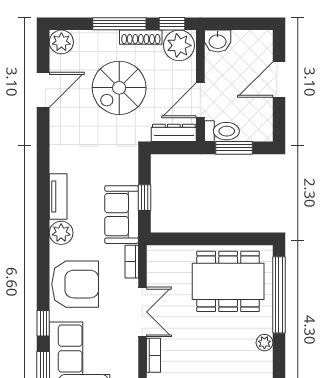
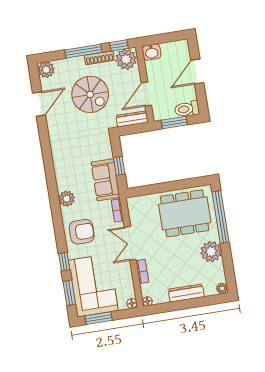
spiral stairs: (119, 88) -> (90, 94), turned -90
toilet: (222, 131) -> (187, 109), moved, turned 180
tv unit: (58, 196) -> (61, 174), removed
armchair: (75, 284) -> (82, 232), width x0.73, depth x0.73
double door: (142, 312) -> (130, 243), swing flipped
plant: (264, 343) -> (211, 252), width x1.88, depth x1.88

